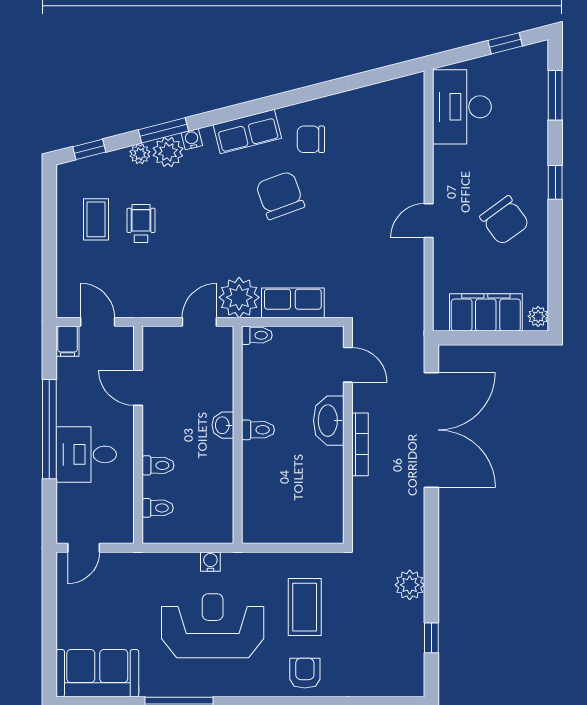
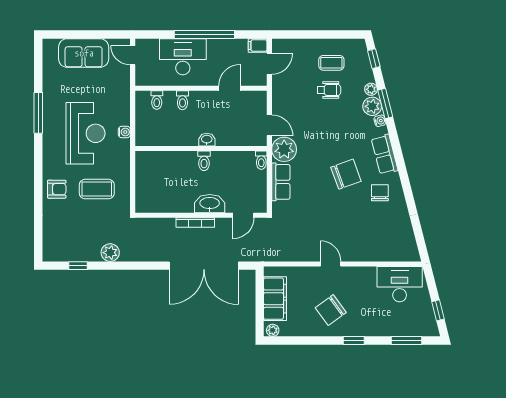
desk: (86, 454) -> (183, 57), width x1.37
sofa: (97, 673) -> (84, 53), moved, turned 90

